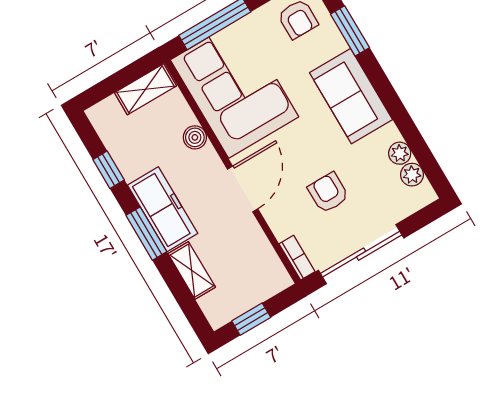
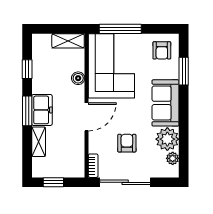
plant: (400, 153) -> (167, 139), width x1.87, depth x1.87
freezer: (163, 209) -> (42, 110), width x0.71

